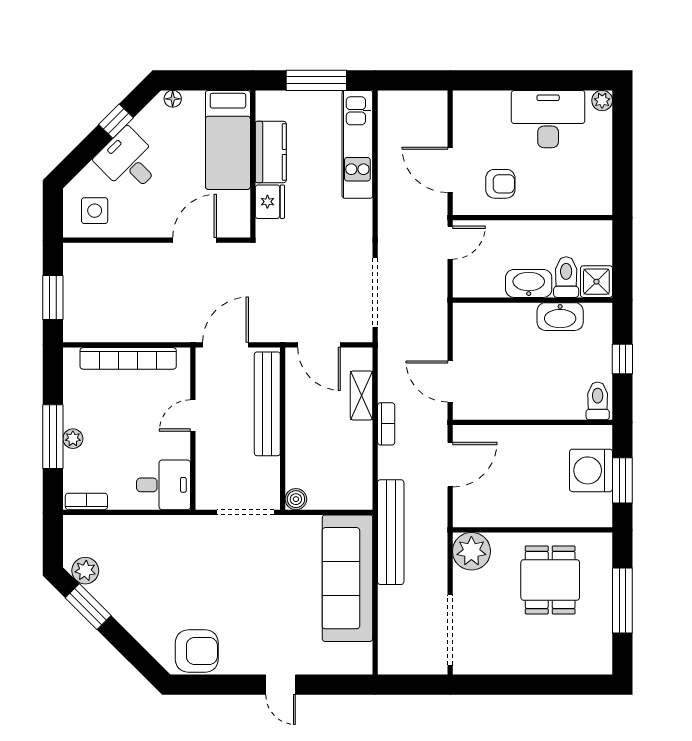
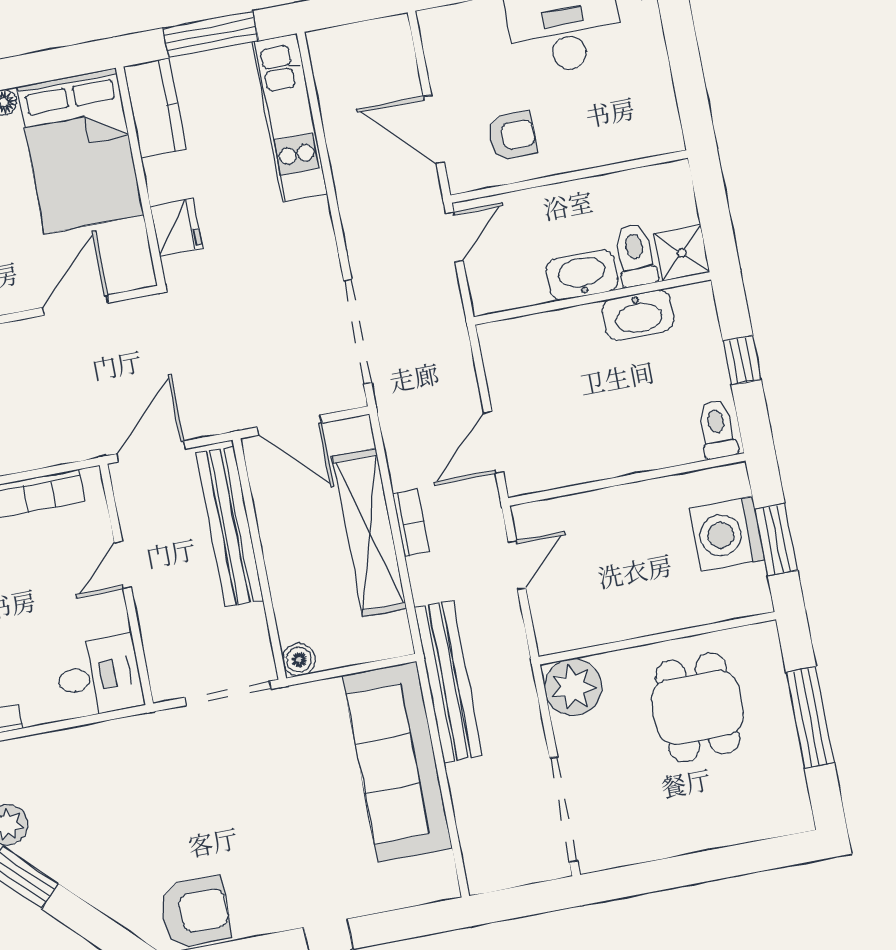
bed: (228, 140) -> (80, 151), width x1.50
kitchen counter: (271, 152) -> (155, 108), moved
door: (450, 382) -> (494, 442), hinge flipped
shelving: (362, 395) -> (369, 533), width x2.20, depth x1.33
door: (450, 465) -> (517, 565), width x0.73

